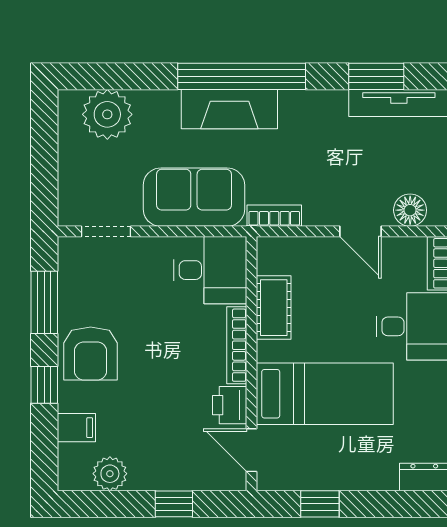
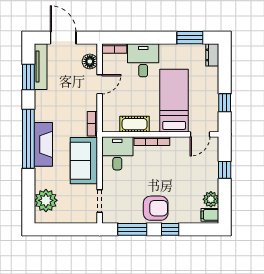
printer: (230, 405) -> (179, 144), removed
filing cabinet: (76, 428) -> (210, 215), moved, turned -90

